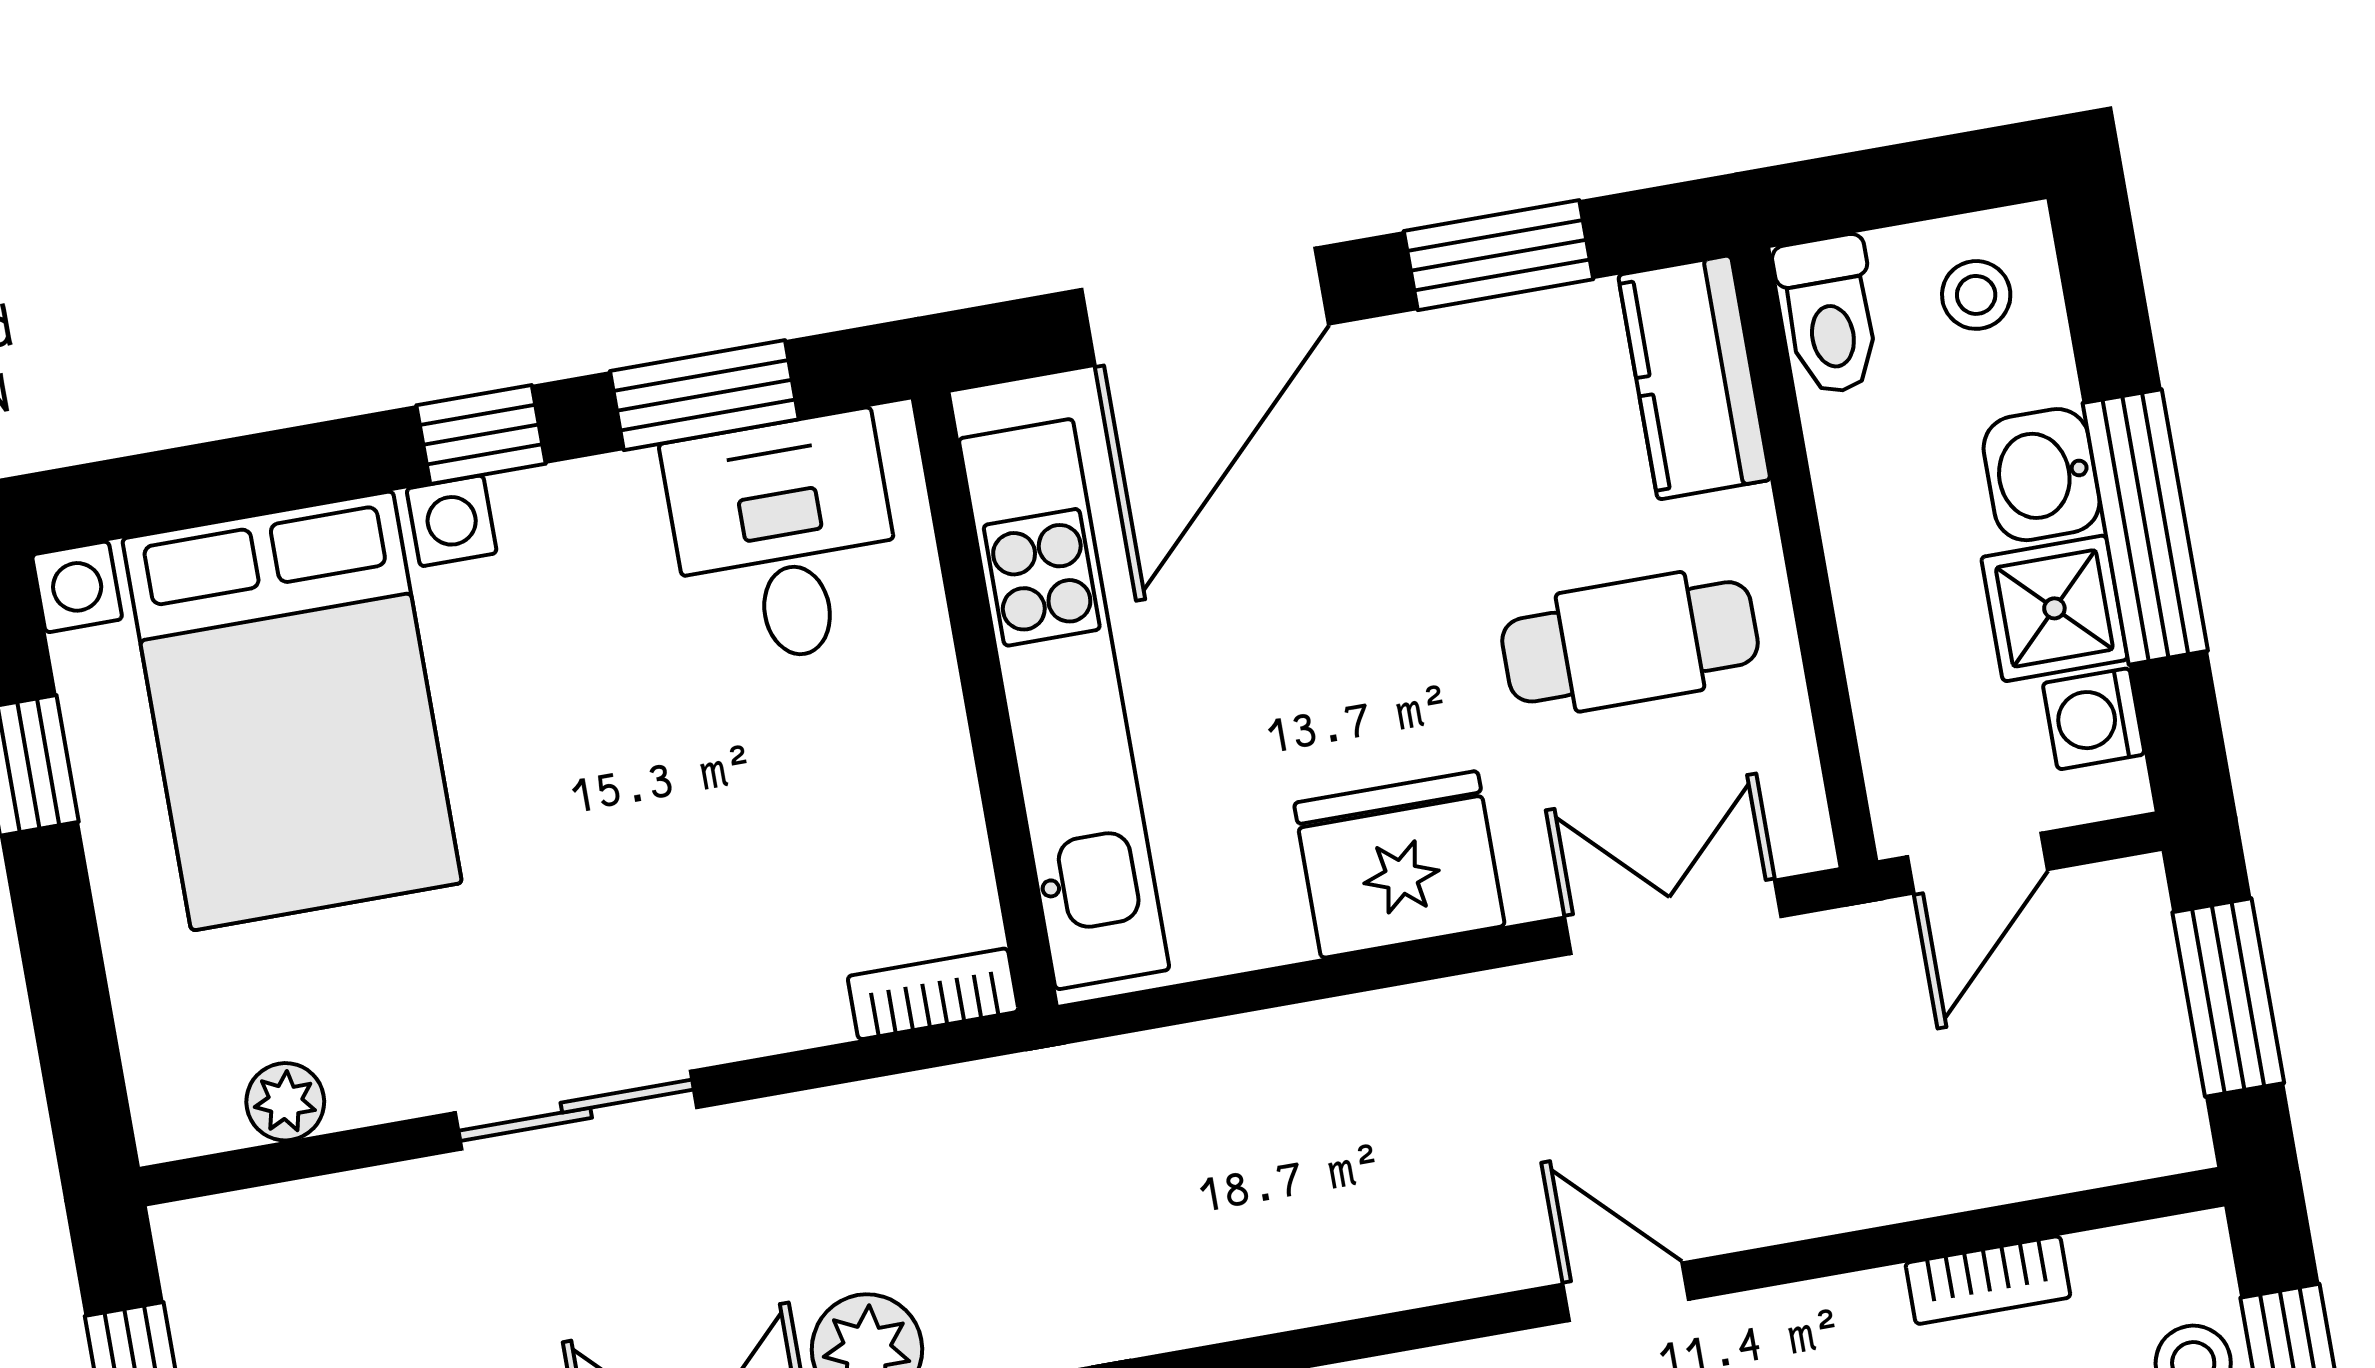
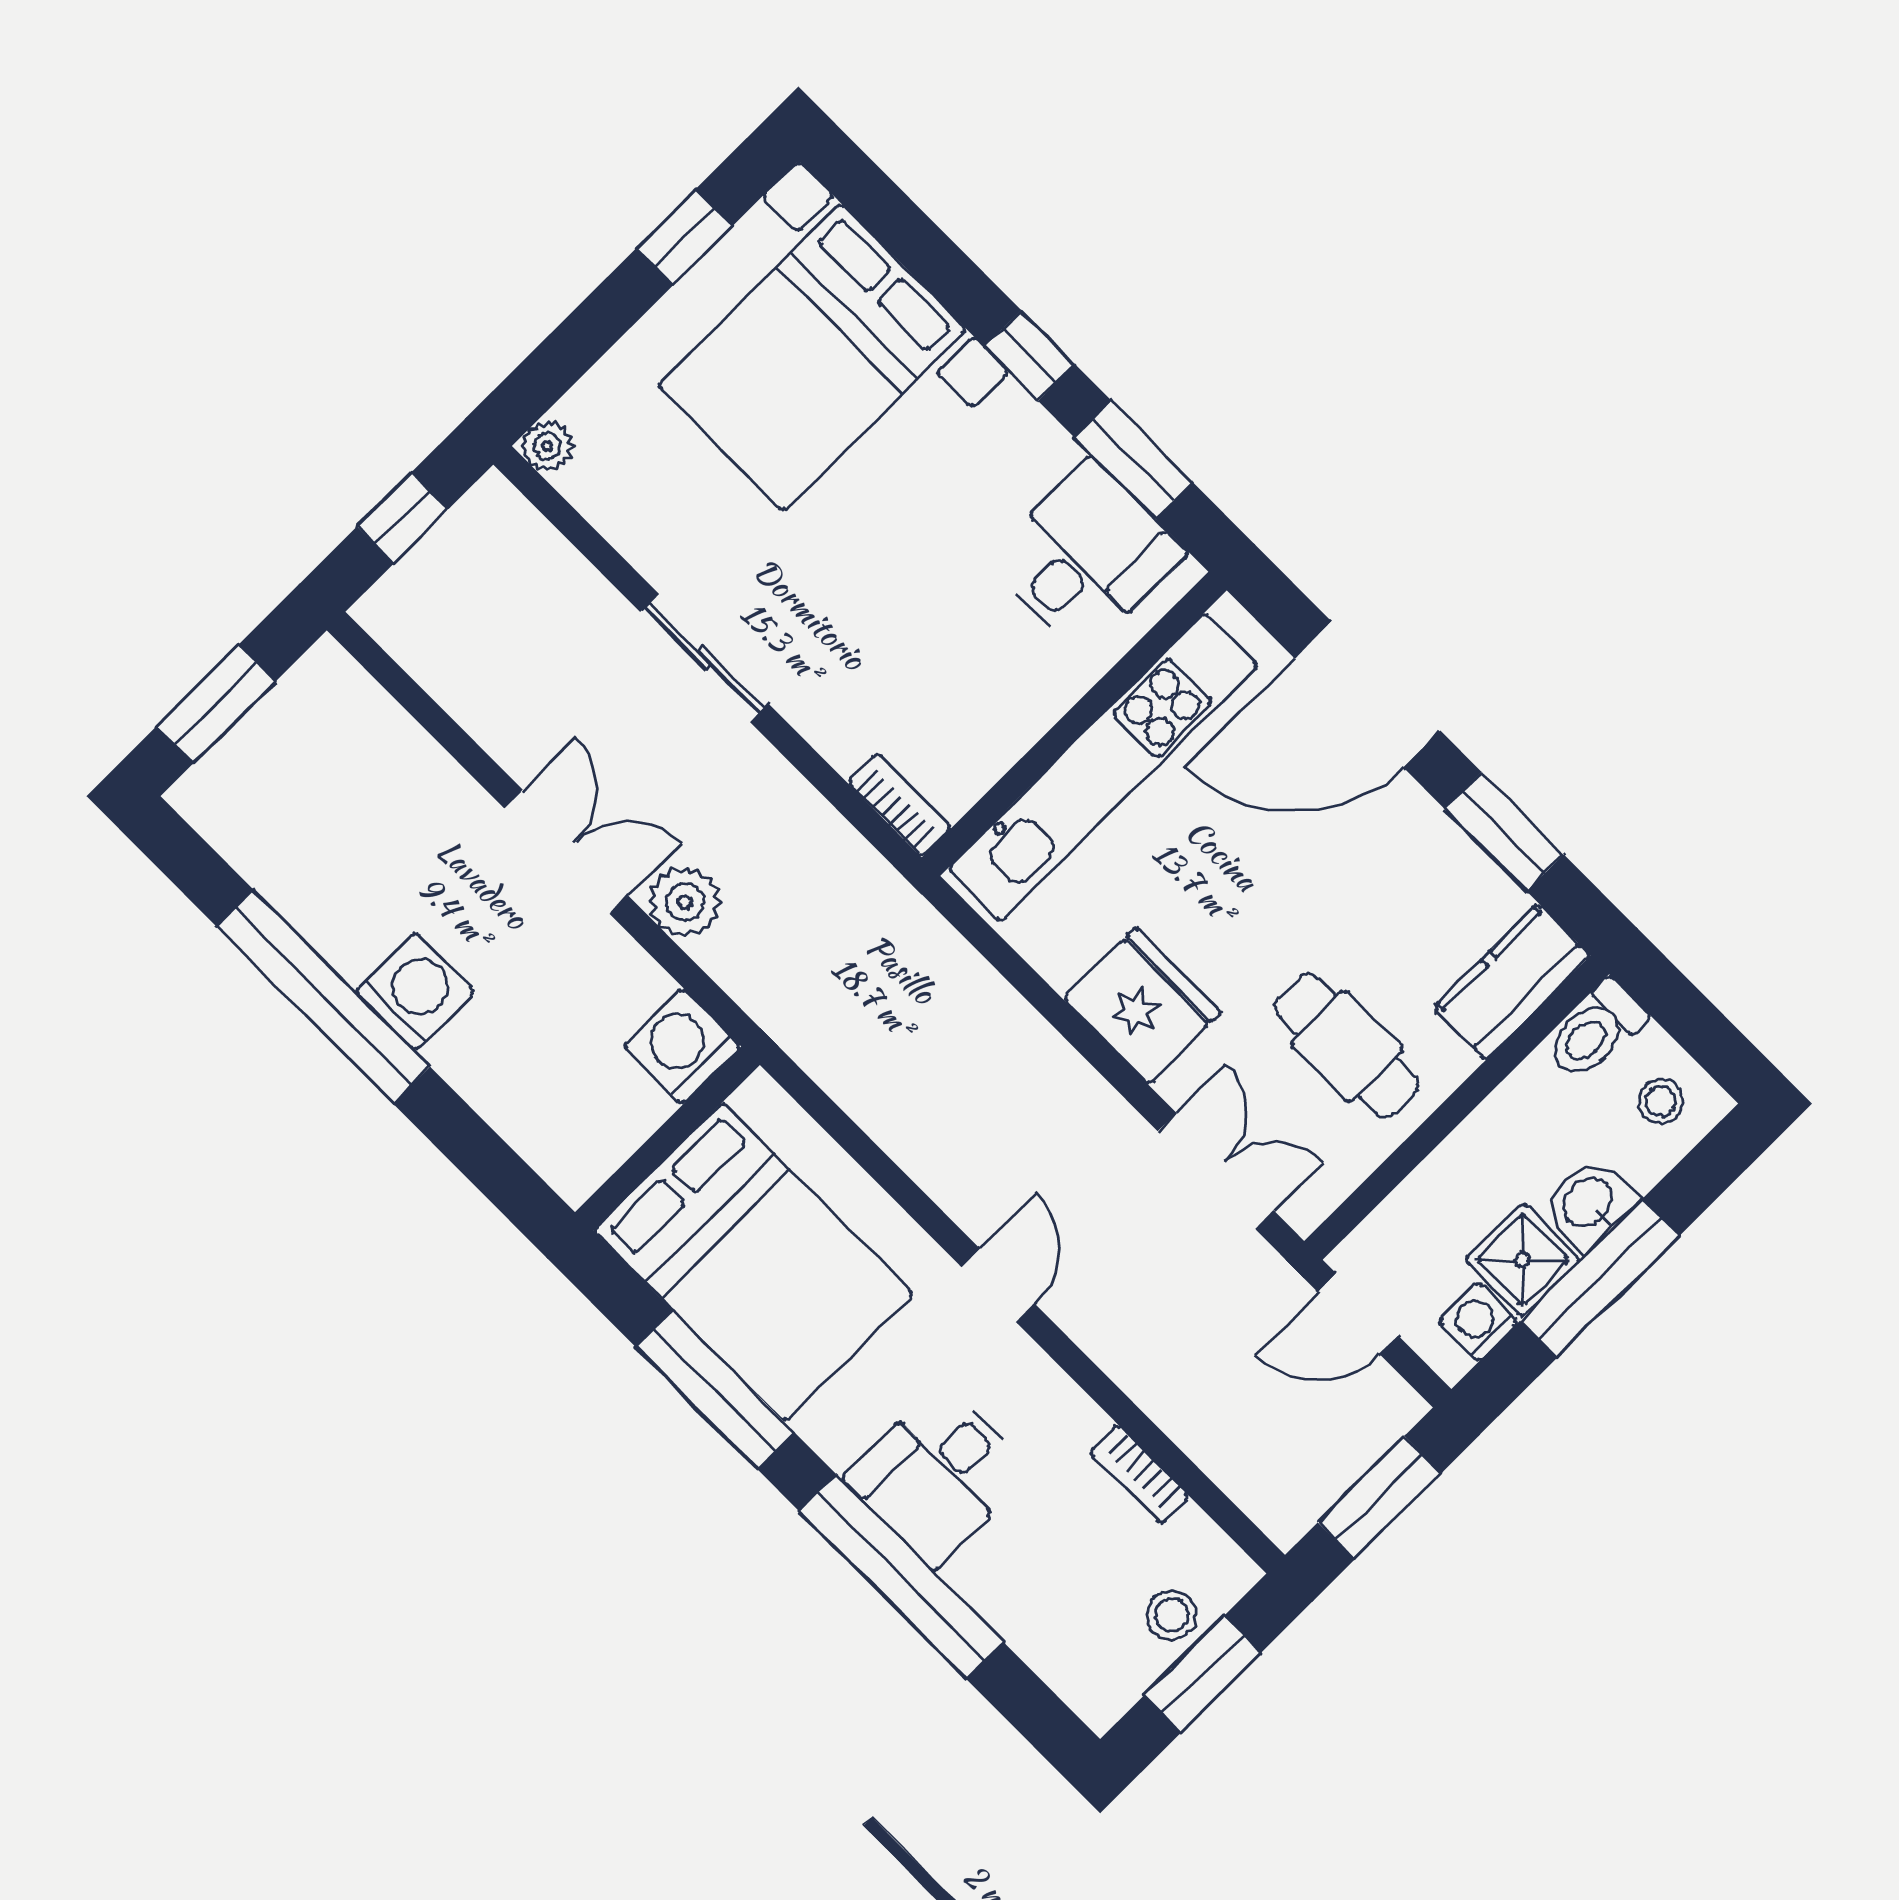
plant: (285, 1102) -> (547, 446), moved

